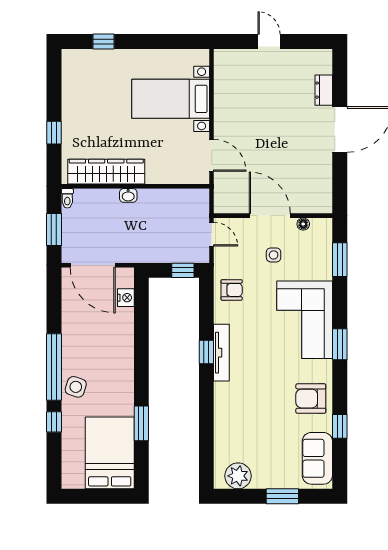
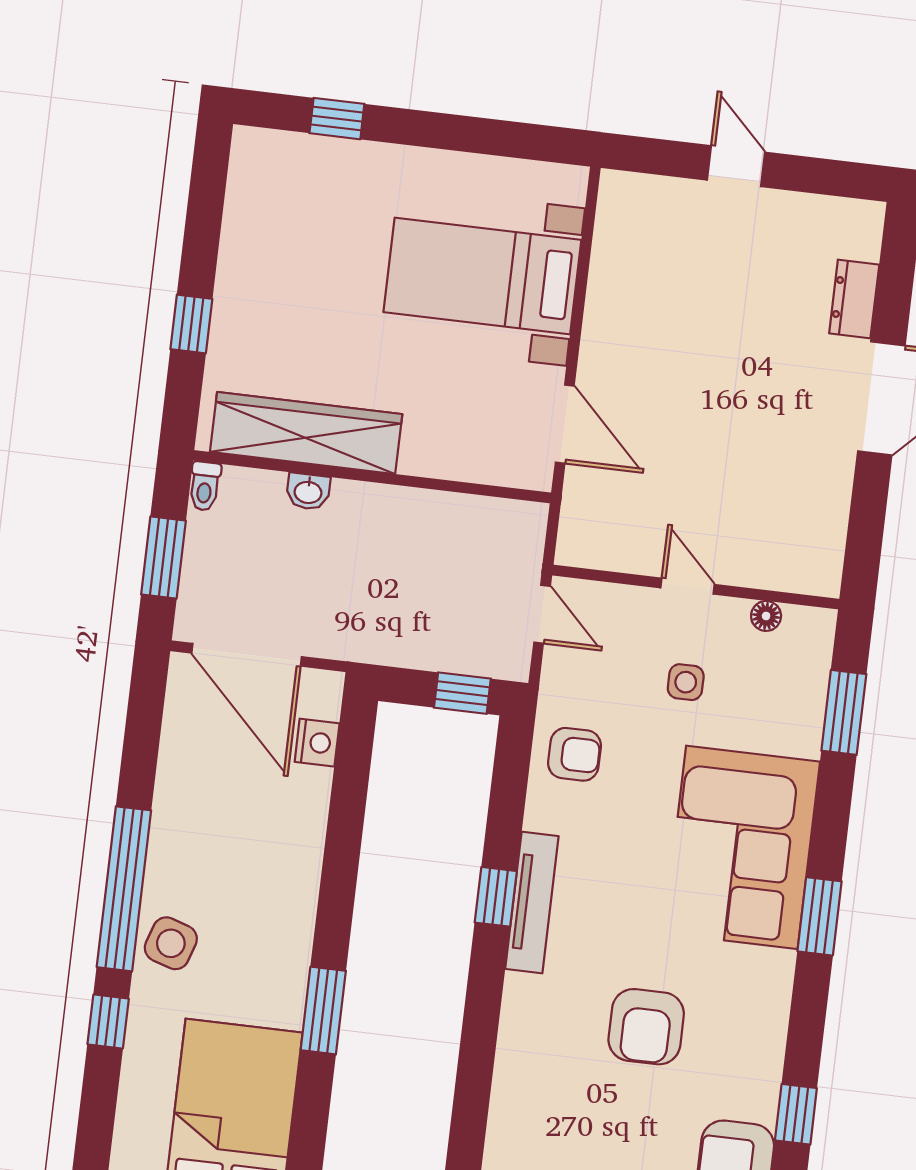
washbasin: (128, 195) -> (308, 491), moved
door: (270, 216) -> (688, 586), width x0.53
armchair: (311, 399) -> (646, 1027), moved, turned -90
window: (141, 423) -> (323, 1011), moved

